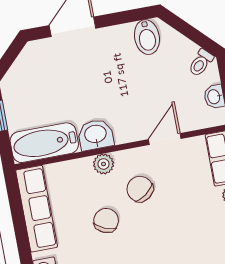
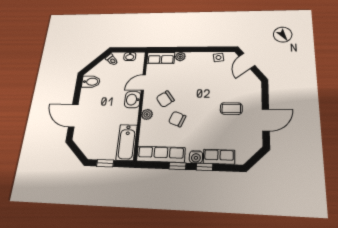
washbasin: (96, 135) -> (133, 100), moved
door: (165, 139) -> (143, 83), hinge flipped
window: (23, 242) -> (177, 166), added

